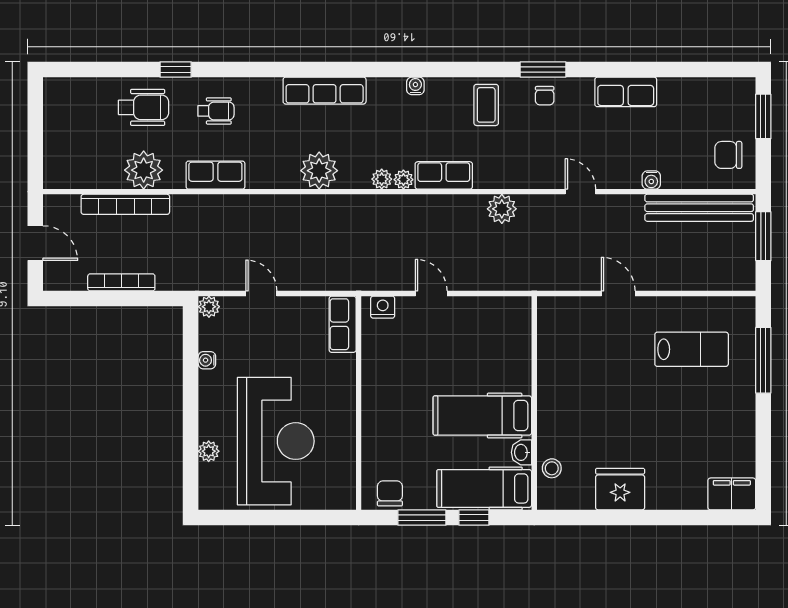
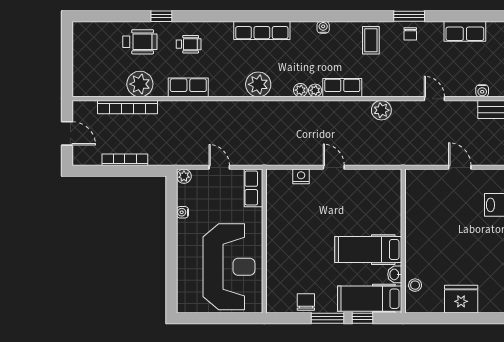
row of seats: (343, 324) -> (253, 188), moved
wall: (359, 403) -> (264, 241), moved
plant: (209, 451) -> (184, 274), removed

